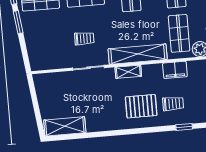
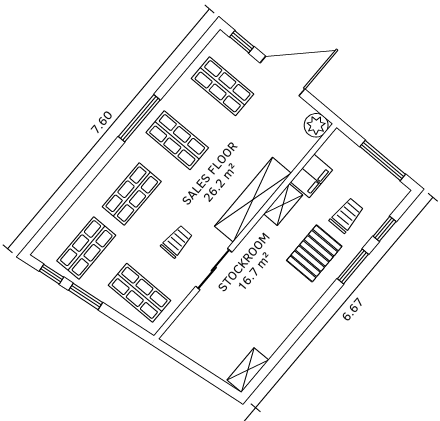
shop shelf: (179, 33) -> (140, 293), moved
shelving: (128, 72) -> (283, 204), moved
shelving: (65, 126) -> (248, 370), width x0.67, depth x0.75
window: (153, 130) -> (353, 266), added

